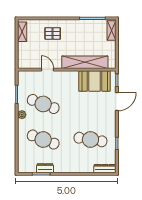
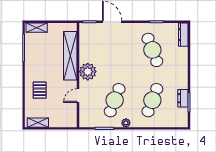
plant: (70, 79) -> (88, 72), added
booth: (95, 81) -> (90, 46), removed
cafe table: (90, 140) -> (152, 50), turned -30

